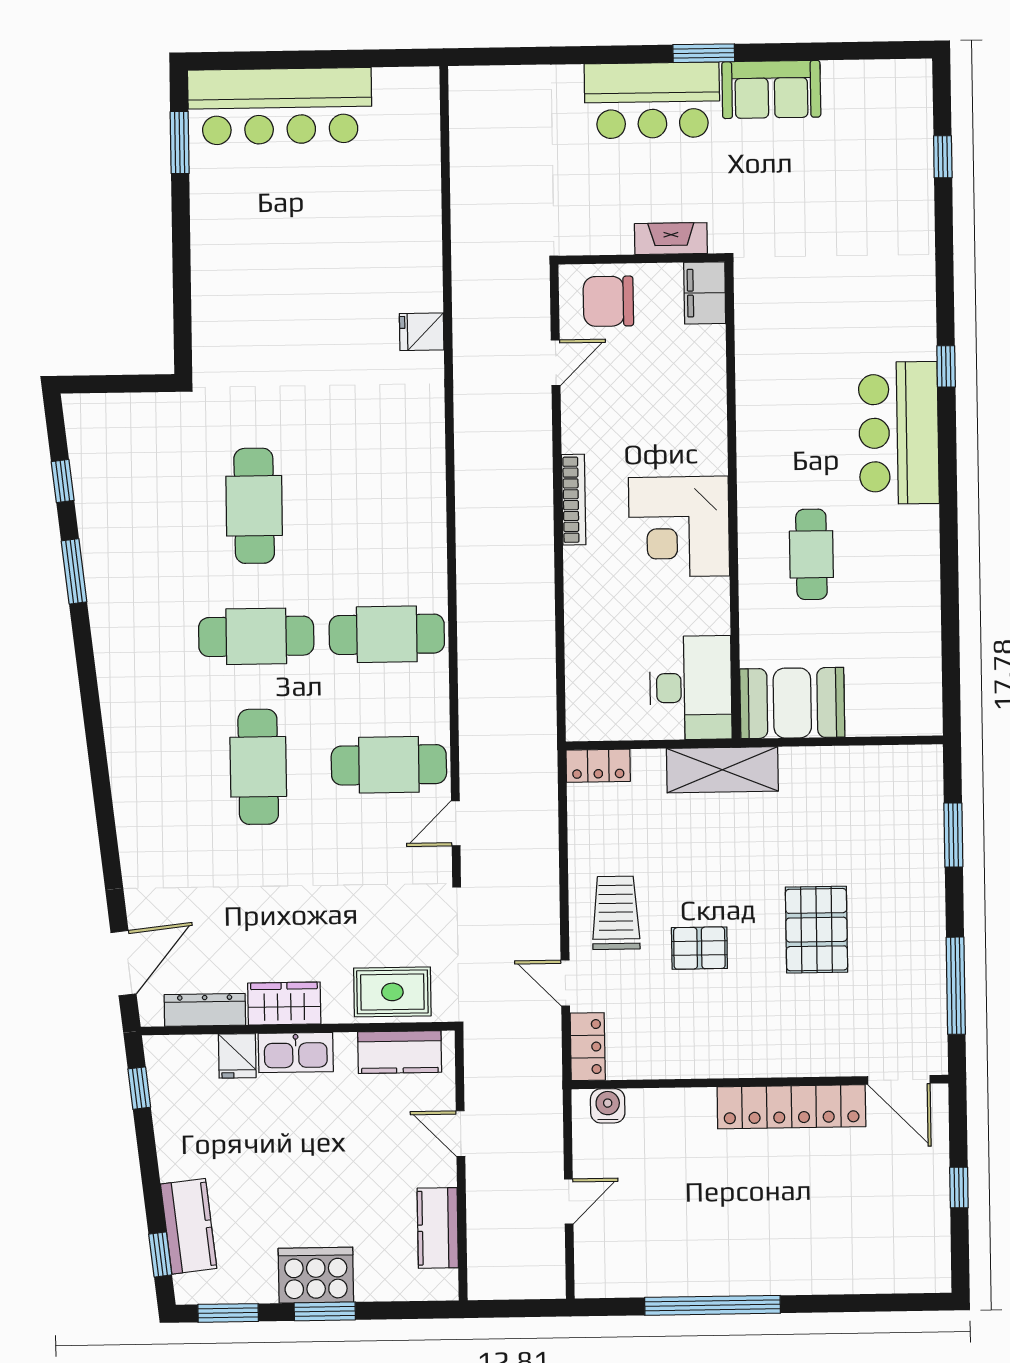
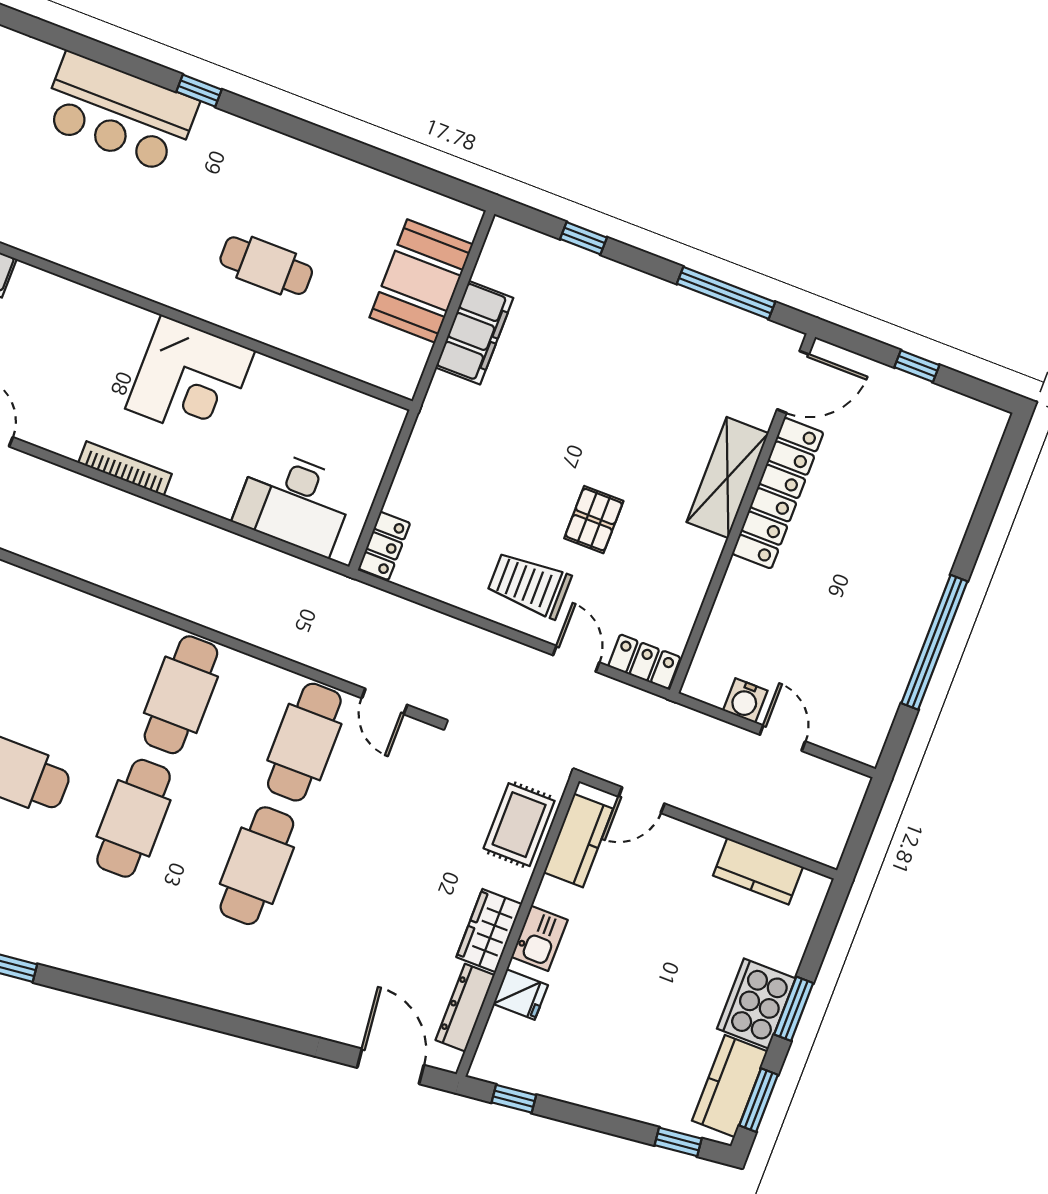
window: (946, 366) -> (199, 91), moved
bar counter: (899, 433) -> (119, 112), moved
desk: (691, 688) -> (294, 502), moved, turned 180
booth: (792, 703) -> (421, 281), moved
cafe table: (258, 767) -> (257, 866), turned 90
shelving: (722, 770) -> (727, 478), moved
filing cabinet: (827, 770) -> (474, 333), added
window: (953, 835) -> (584, 238), width x0.67
pallet: (817, 930) -> (621, 403), removed
door: (565, 983) -> (576, 659), swing flipped
kitchen sink: (296, 1053) -> (539, 938), width x0.73
water cooler: (608, 1106) -> (745, 700), moved, turned -90
door: (461, 1134) -> (641, 800), moved
kitchen counter: (189, 1226) -> (730, 1086), moved, turned -84

